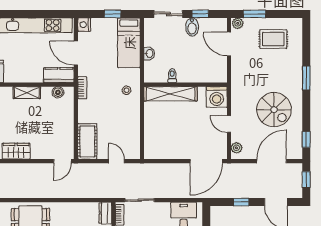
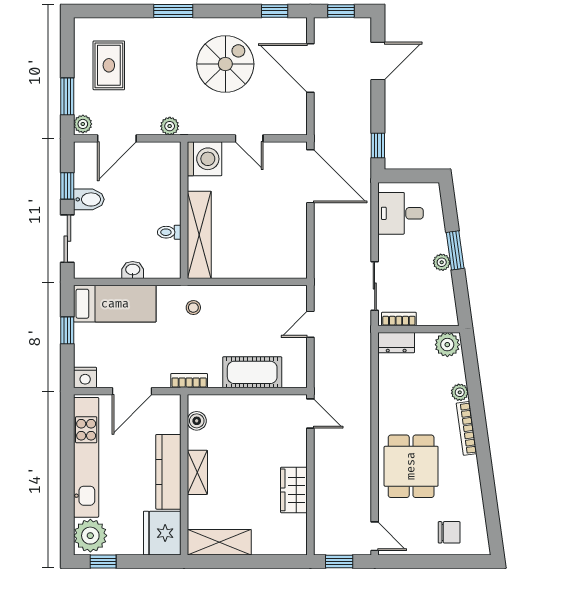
kitchen counter: (59, 75) -> (168, 472), moved, width x1.50
door: (229, 124) -> (249, 138), hinge flipped
cot: (87, 141) -> (252, 372), moved
plant: (236, 148) -> (170, 126), moved
window: (241, 202) -> (378, 146), moved

